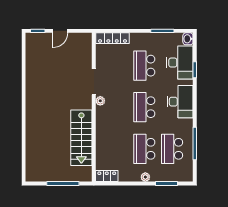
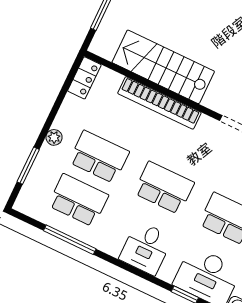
plant: (100, 101) -> (207, 124), removed
desk: (180, 102) -> (146, 248), width x0.73
bookcase: (101, 131) -> (159, 103), added

